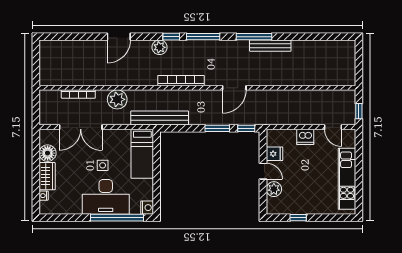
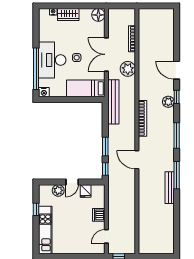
window: (171, 37) -> (177, 97), moved
double door: (81, 127) -> (106, 54), moved
floor lamp: (48, 153) -> (98, 15), moved
kitchen unit: (347, 179) -> (45, 230), moved, turned 90

